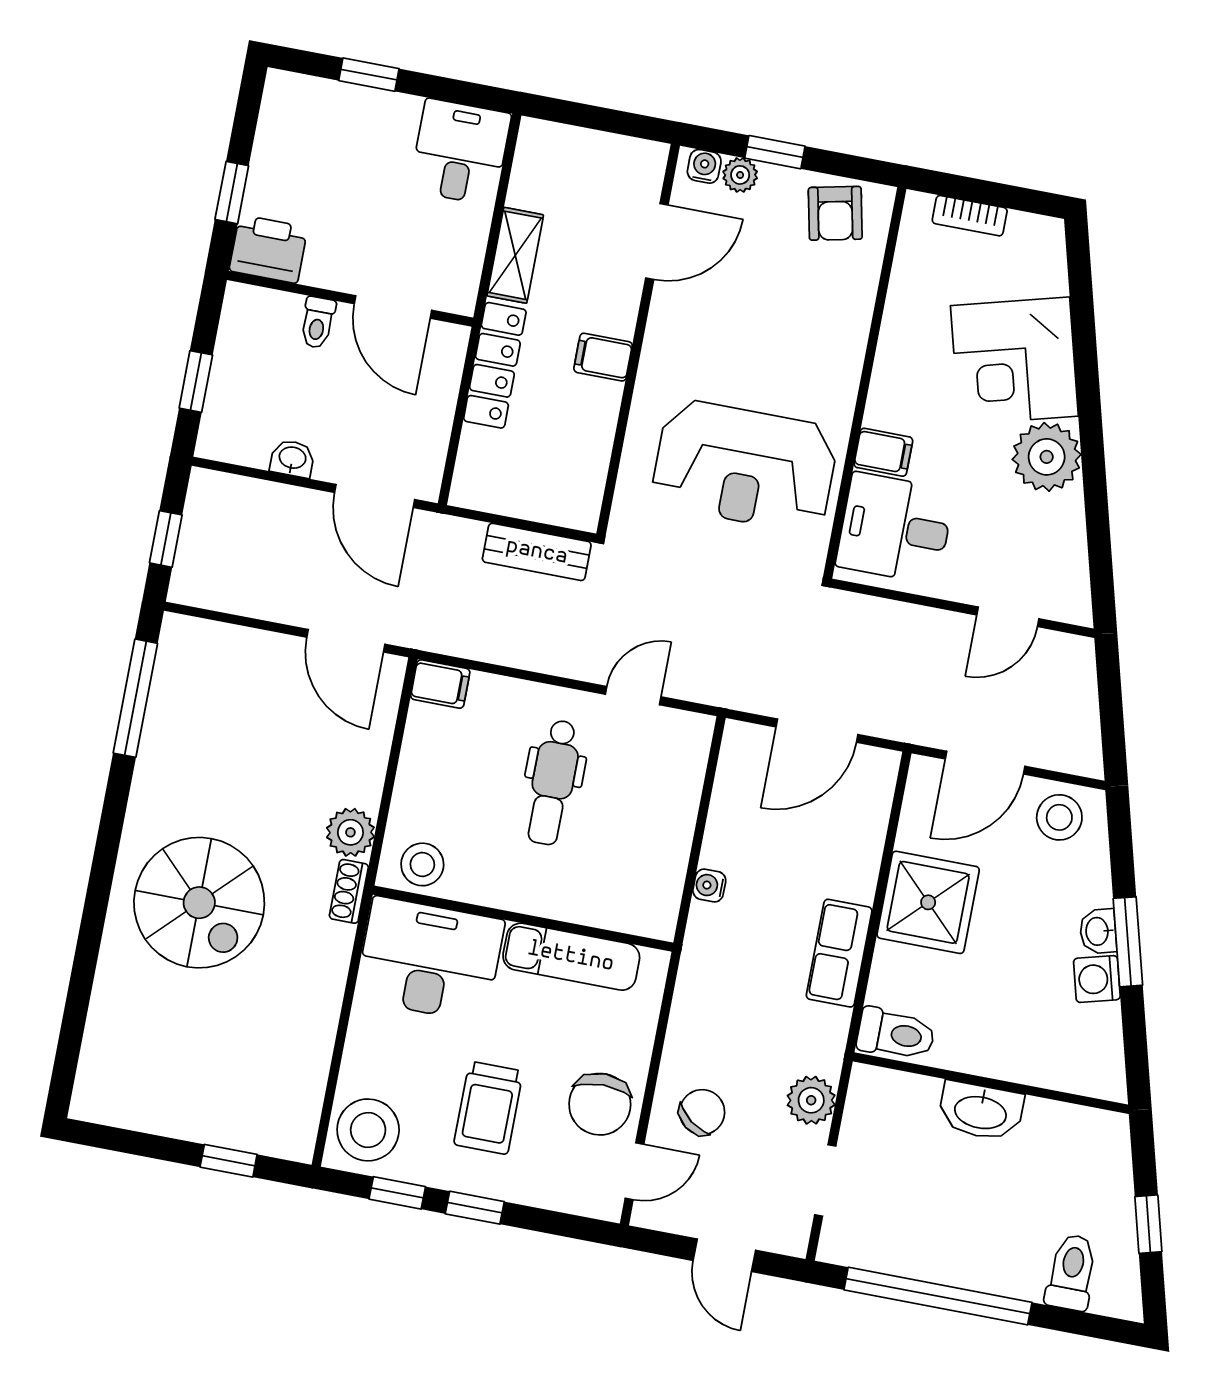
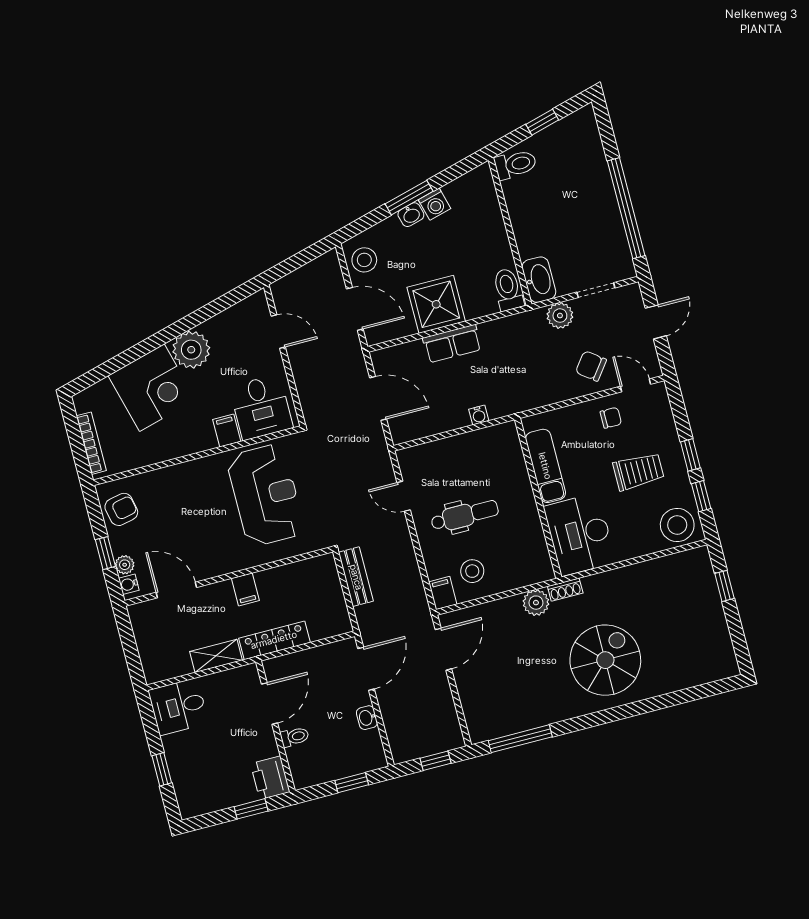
bookcase: (970, 216) -> (91, 443), width x1.56
stool: (422, 864) -> (472, 571), moved
row of seats: (839, 953) -> (452, 344), moved
chair: (600, 1104) -> (611, 418), width x0.54, depth x0.54
washbasin: (981, 1111) -> (539, 280), moved
toilet: (1071, 1272) -> (515, 164), moved, turned 180

